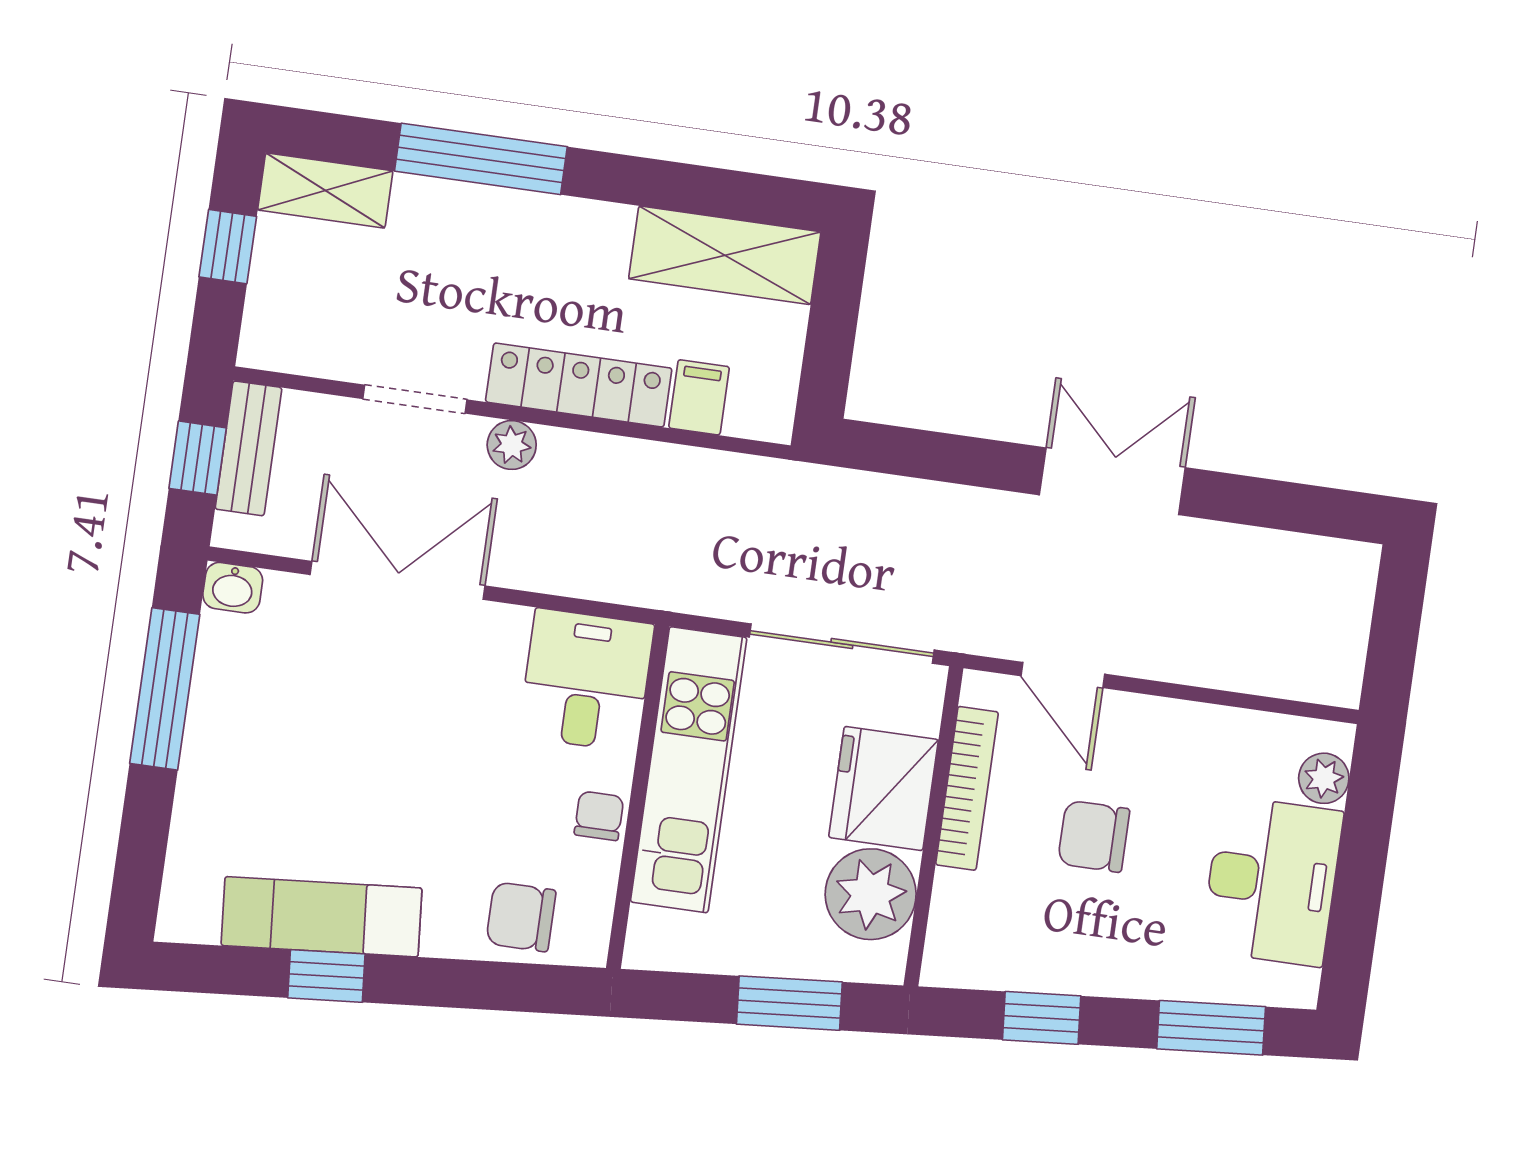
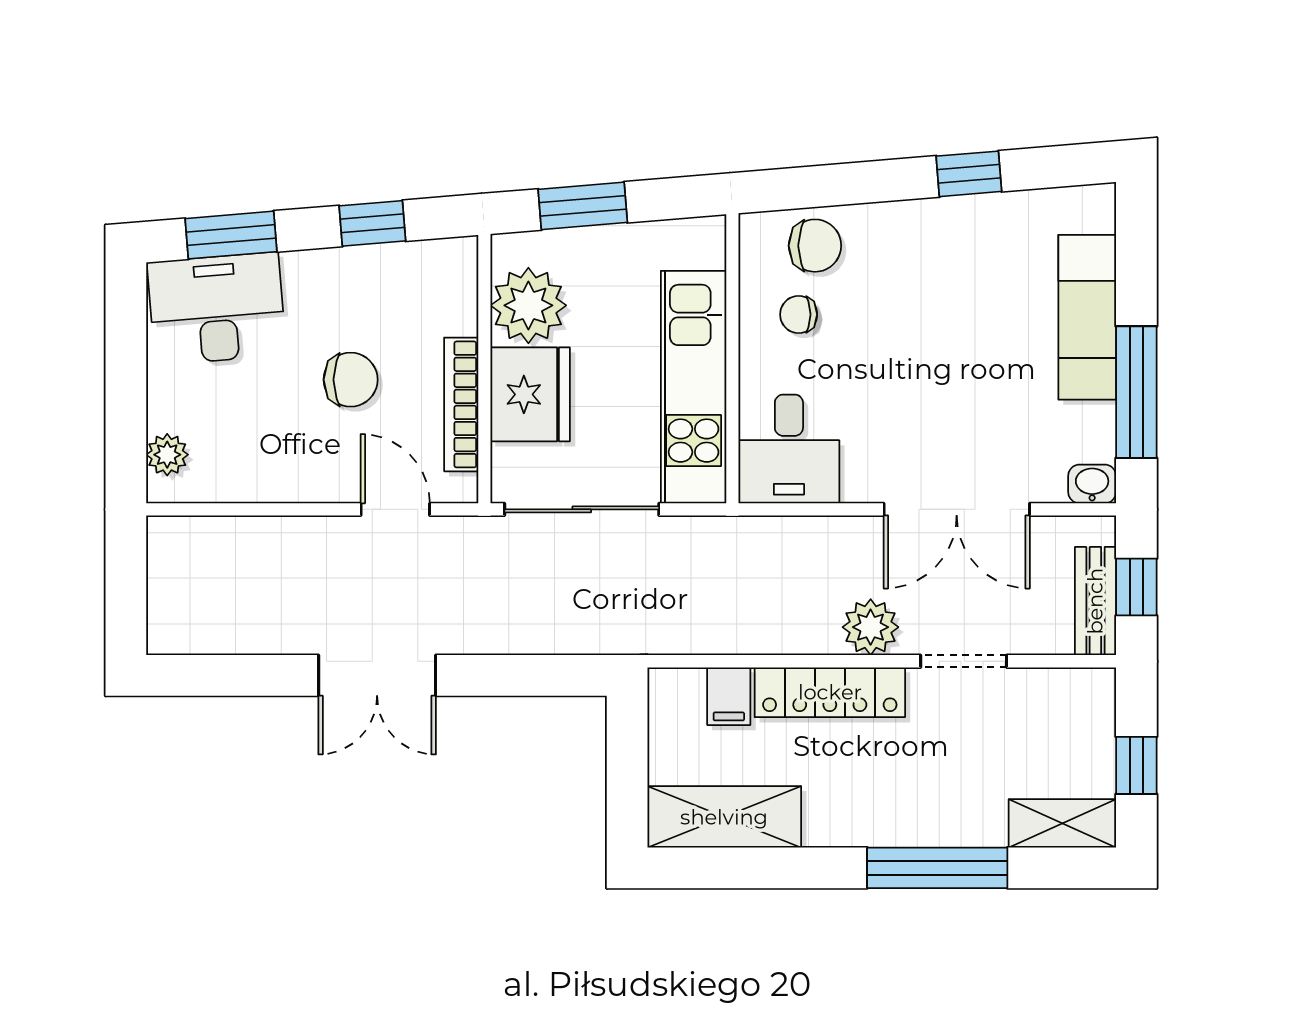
plant: (512, 445) -> (871, 627), width x1.38, depth x1.38
chair: (599, 816) -> (799, 314), moved, turned 90
desk: (1272, 881) -> (217, 309), moved, turned 85
exam couch: (322, 917) -> (1087, 317), moved, turned 95

